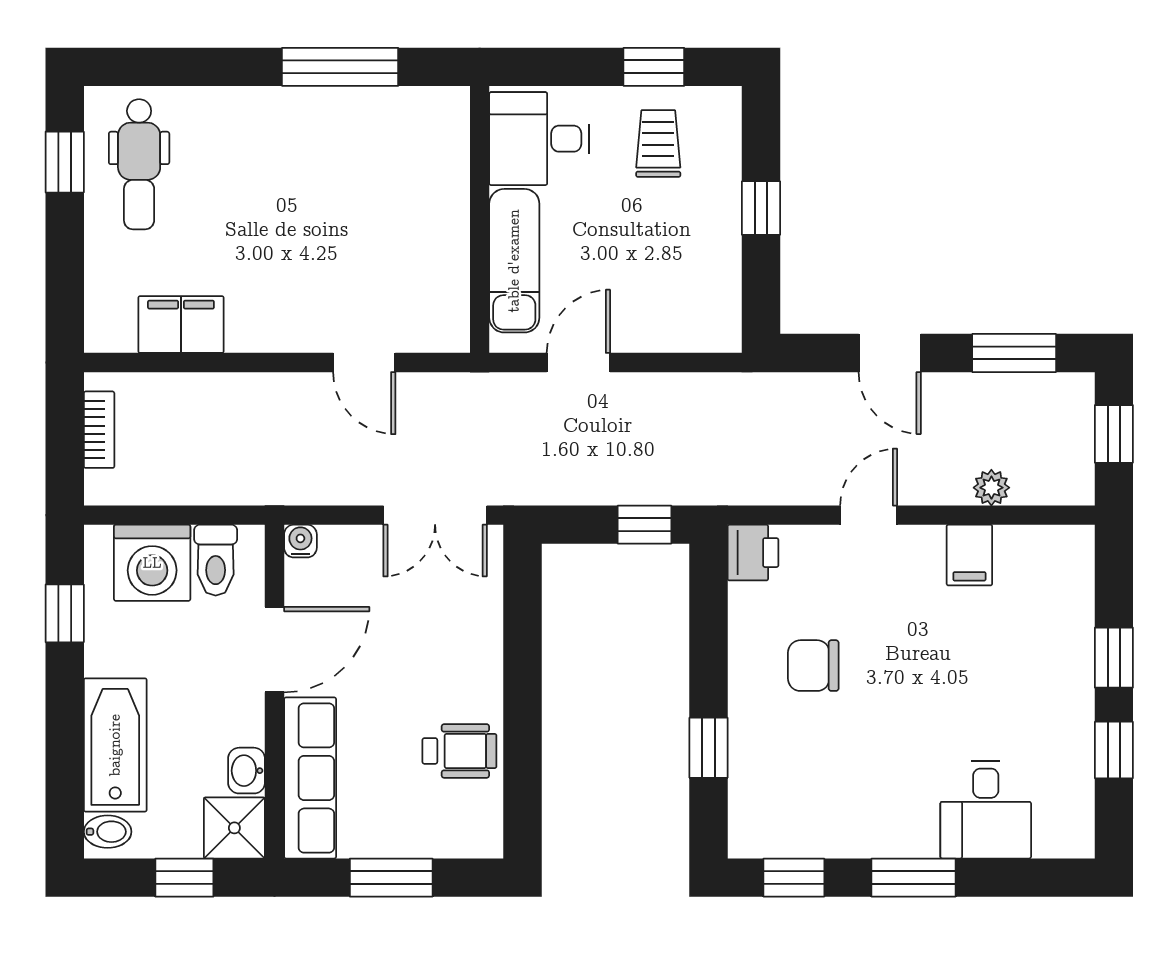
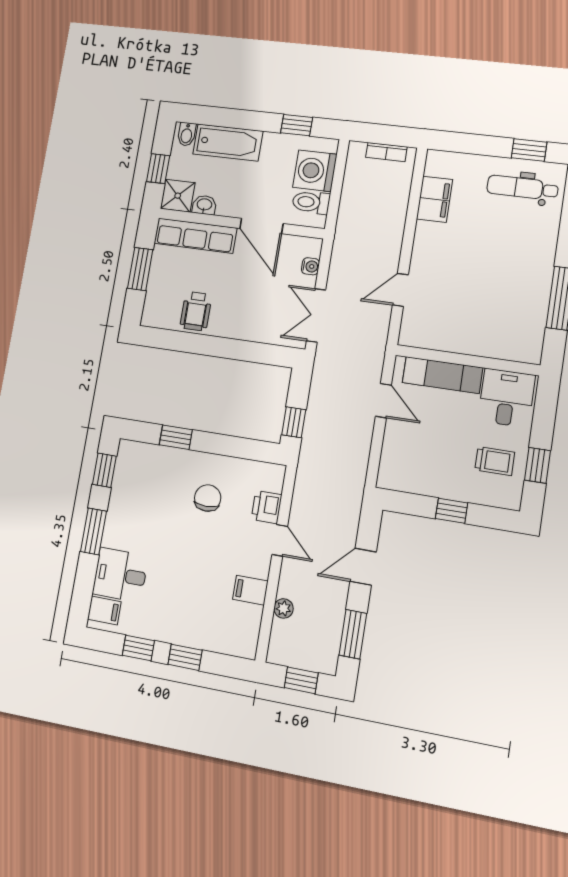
water cooler: (300, 541) -> (310, 266), moved
printer: (753, 553) -> (267, 507), moved, turned 90
filing cabinet: (1057, 829) -> (104, 611), added

